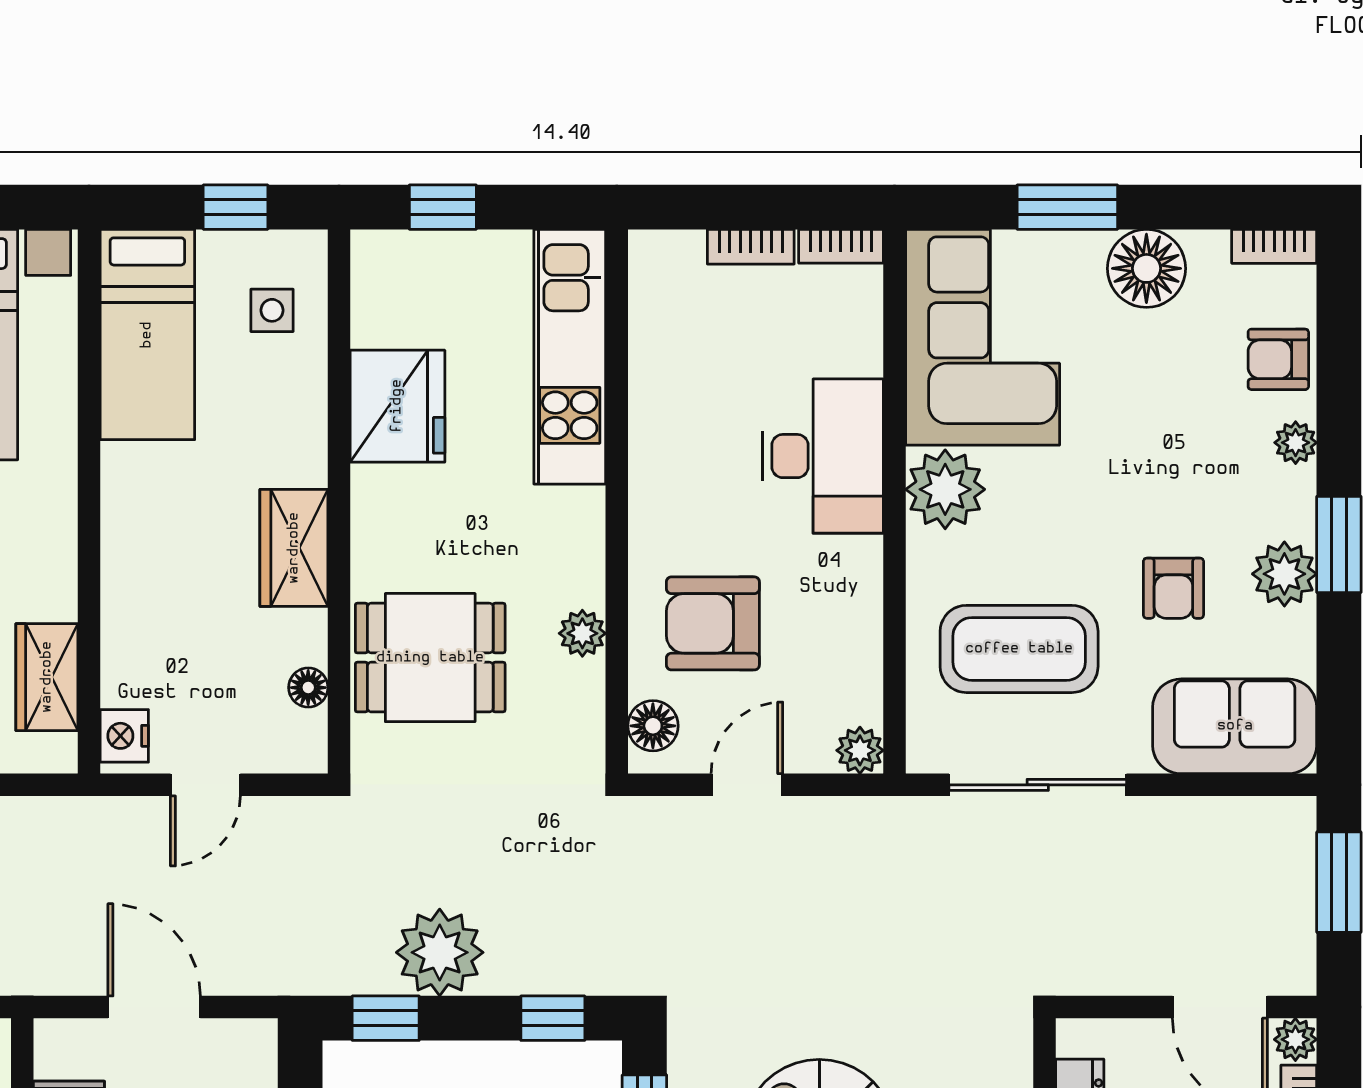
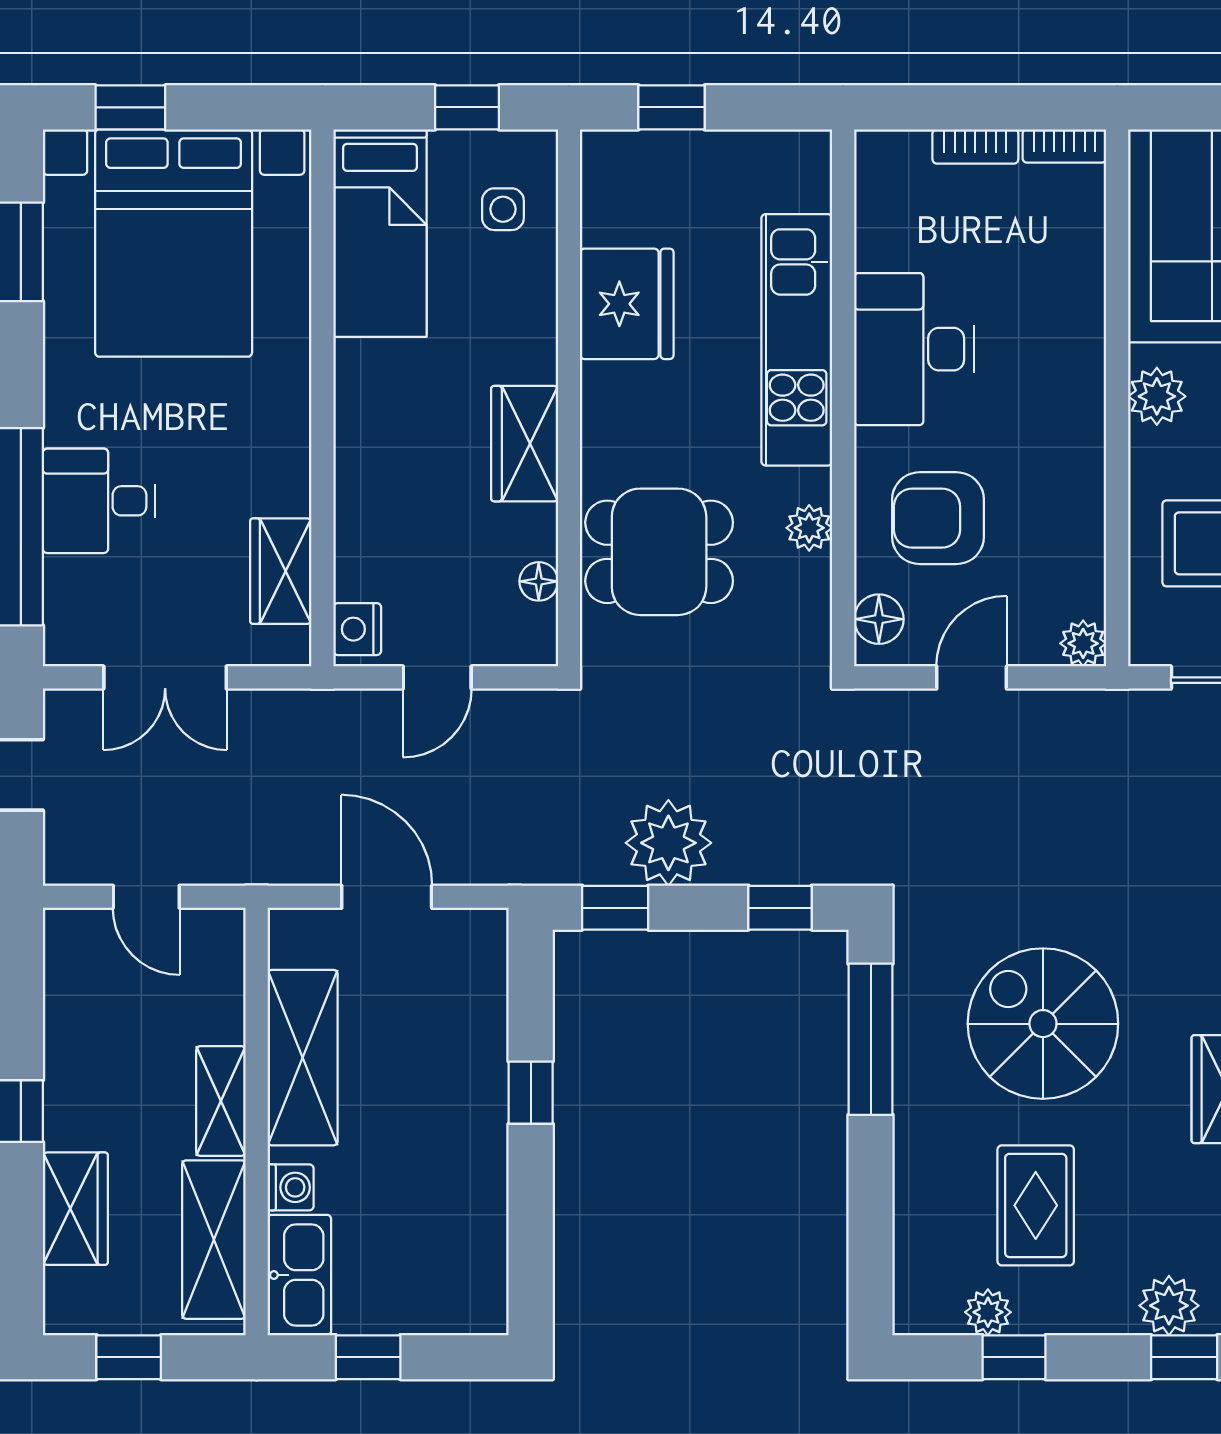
kitchen unit: (570, 357) -> (797, 340), moved
desk: (823, 456) -> (914, 349), moved, turned 180
plant: (945, 489) -> (1157, 396), width x0.73, depth x0.73

